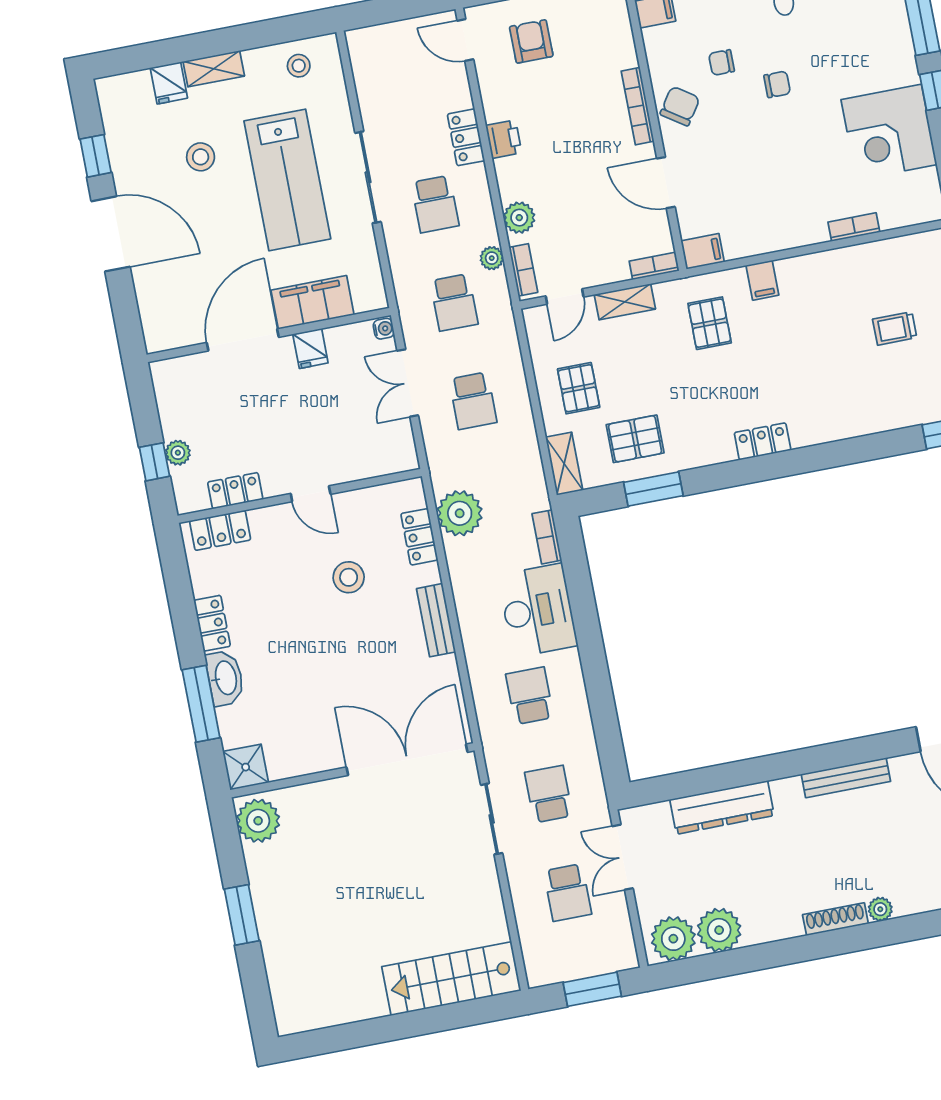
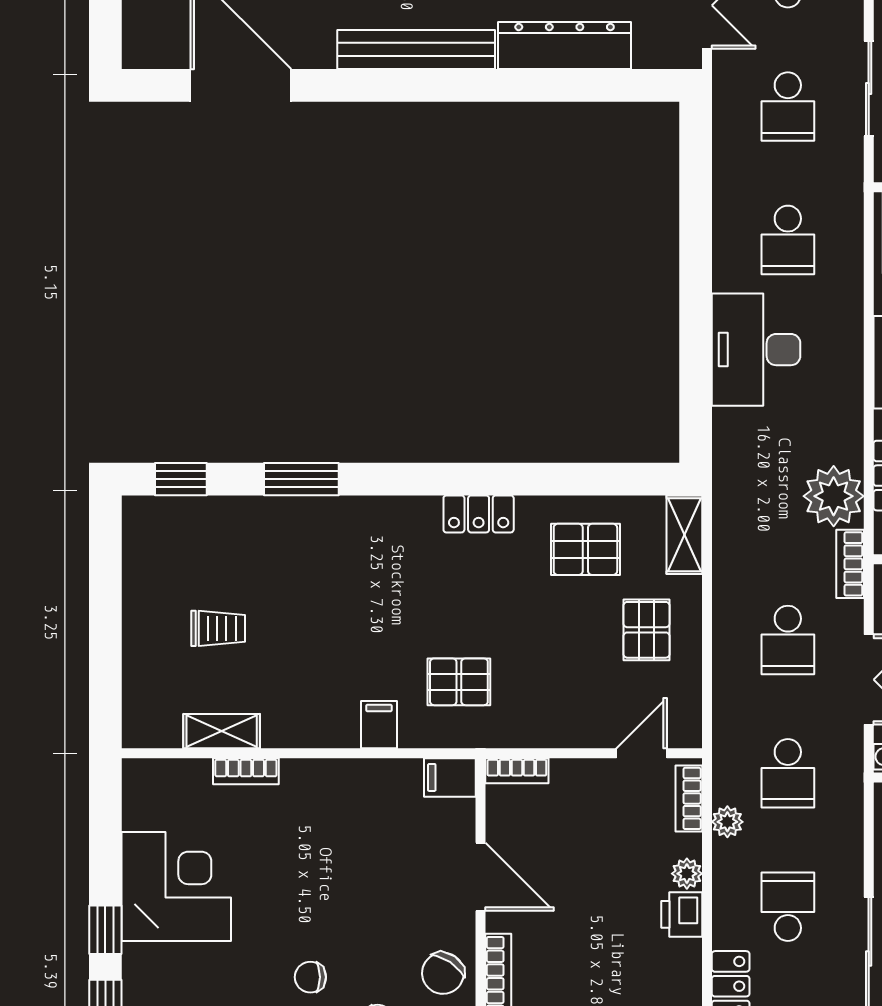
printer: (504, 139) -> (682, 914), moved
plant: (519, 218) -> (687, 874), width x0.73, depth x0.73
school desk: (454, 302) -> (788, 773), turned 180
shelving: (625, 302) -> (222, 731), moved
pallet: (710, 323) -> (459, 682), turned 90
school desk: (473, 401) -> (788, 640), turned 180
locker: (763, 441) -> (479, 514), moved
window: (653, 489) -> (301, 479), moved
bookcase: (547, 537) -> (850, 564), moved, turned 180
bench: (846, 778) -> (416, 50), width x1.37, depth x1.21

